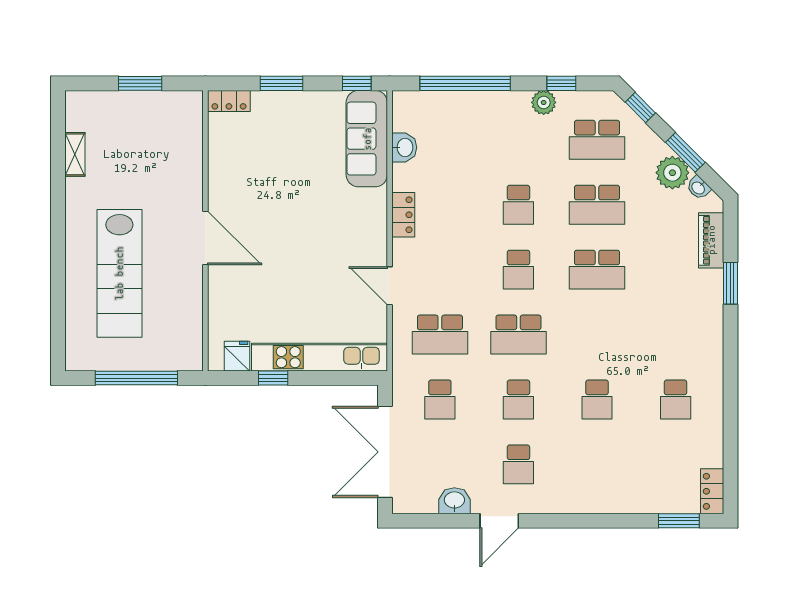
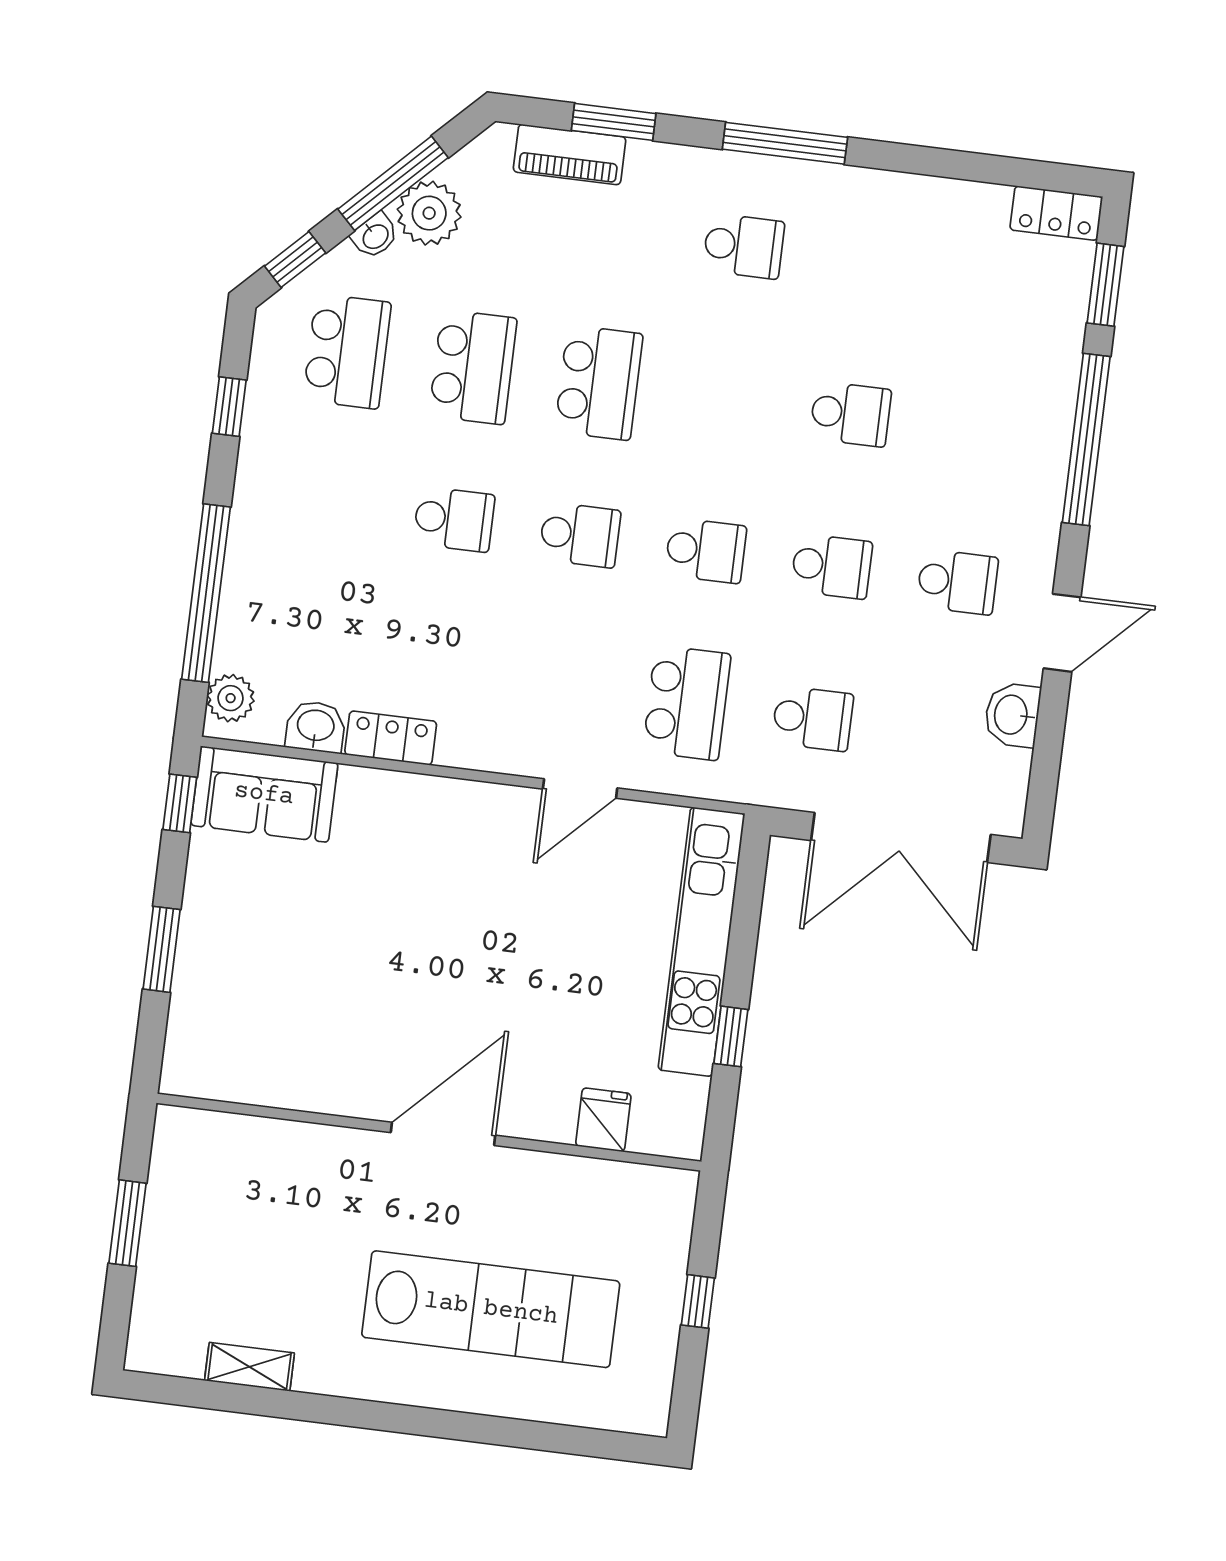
locker: (229, 101) -> (183, 1055), removed
plant: (544, 102) -> (231, 698), moved
sofa: (367, 139) -> (264, 794), width x0.73
window: (685, 152) -> (393, 183), width x1.44
washbasin: (698, 188) -> (375, 236), moved
locker: (403, 215) -> (391, 738), moved
window: (730, 283) -> (614, 122), moved
school desk: (518, 335) -> (706, 551), width x0.54
window: (730, 349) -> (785, 143), added
fridge: (237, 356) -> (603, 1120), moved, turned 90
window: (136, 378) -> (698, 1301), width x0.32
school desk: (676, 399) -> (744, 246), moved
door: (499, 521) -> (1062, 633), hinge flipped
window: (599, 521) -> (1086, 440), added

